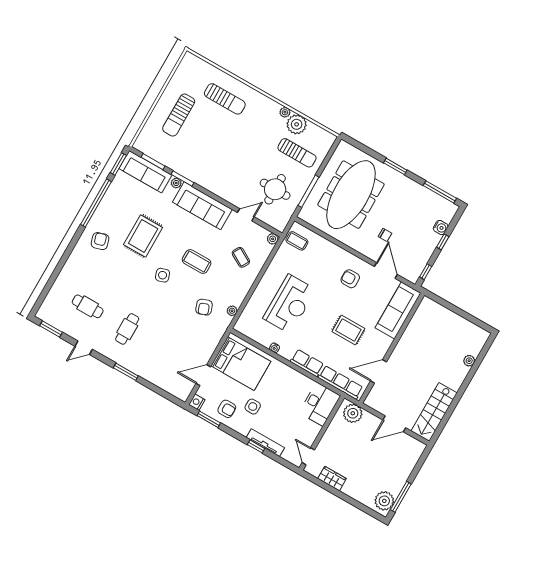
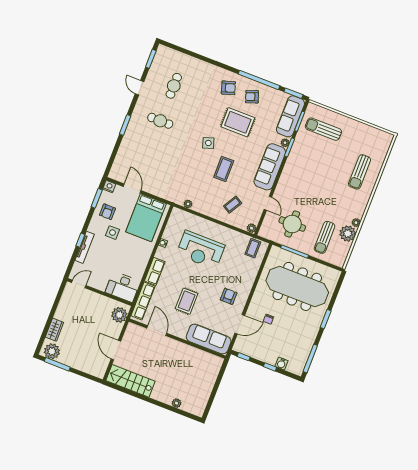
sun lounger: (179, 115) -> (323, 129), moved
armchair: (204, 307) -> (252, 97), moved
wardrobe: (332, 479) -> (54, 330), moved

